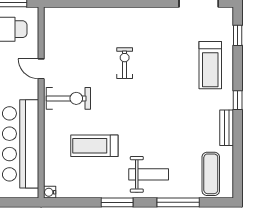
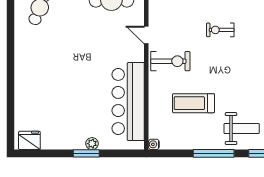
exercise bike: (125, 63) -> (220, 30), turned -90
window: (117, 202) -> (214, 153), width x1.44

